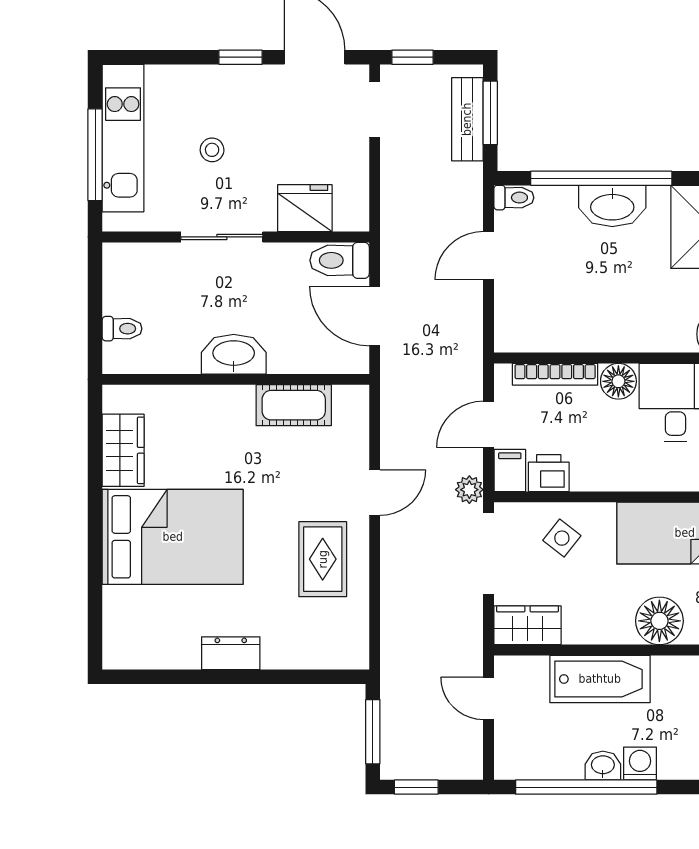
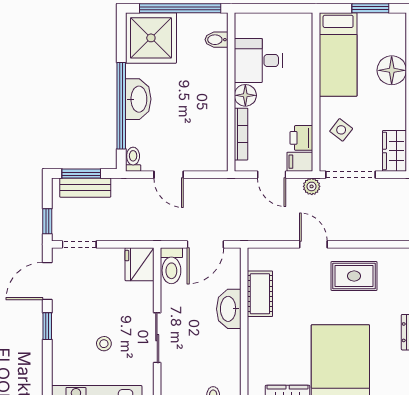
fridge: (305, 208) -> (140, 264), moved
washbasin: (234, 354) -> (229, 309), moved

